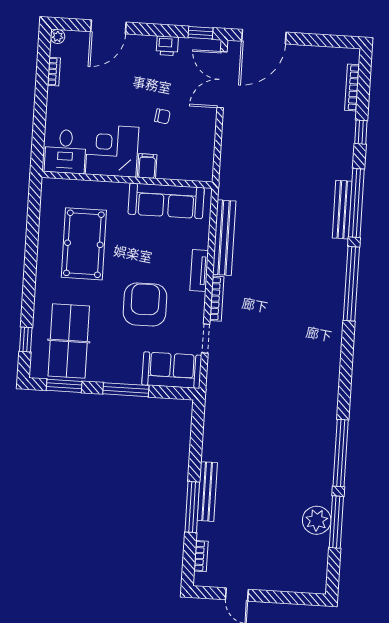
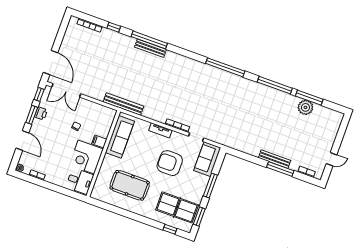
window: (160, 30) -> (32, 115), added
bench: (224, 238) -> (123, 104), moved
window: (351, 284) -> (225, 67), moved

